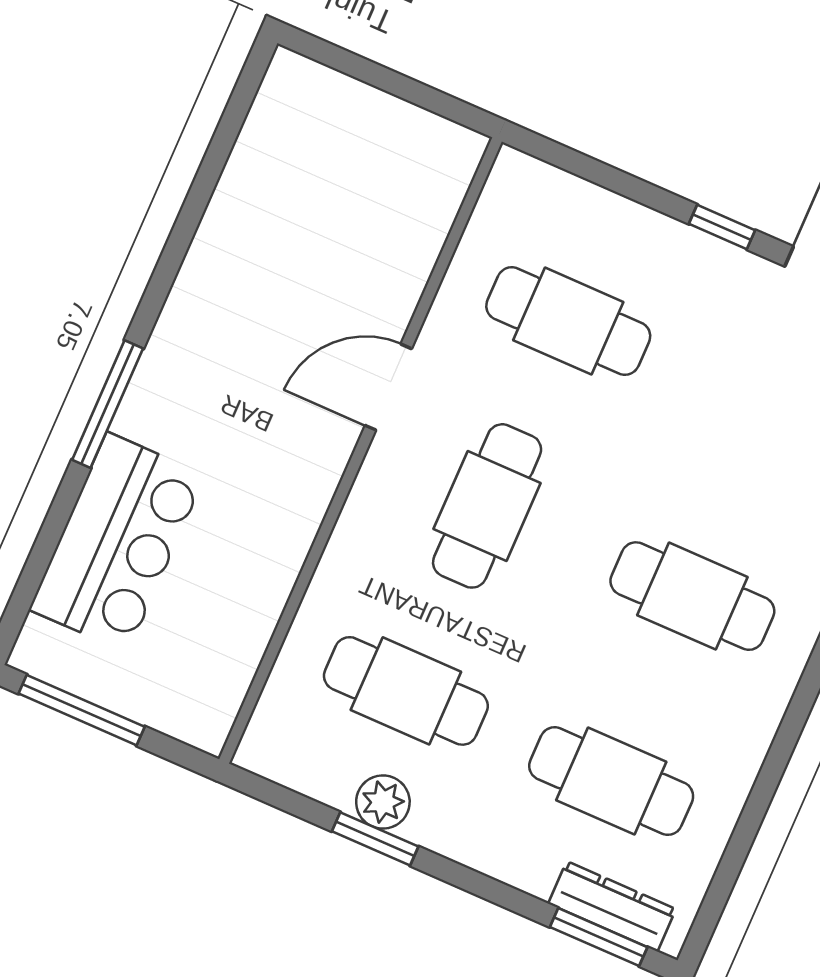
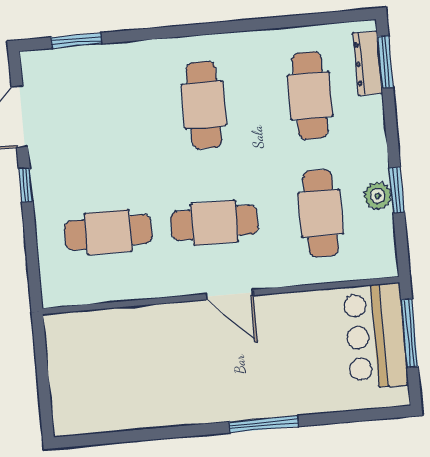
cafe table: (568, 321) -> (108, 232), turned 90
door: (388, 387) -> (230, 295), moved
bar counter: (117, 542) -> (376, 336), moved, turned -90
window: (82, 710) -> (409, 333), moved

